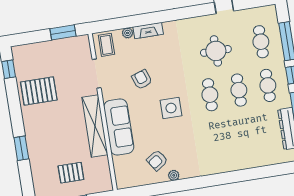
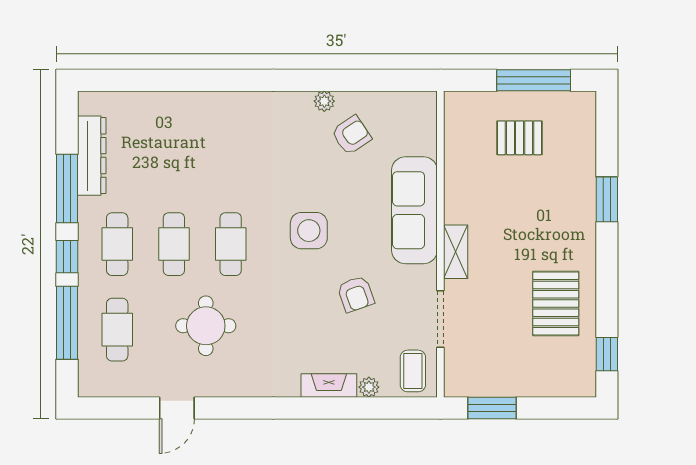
pallet: (39, 91) -> (556, 303), turned 90
shelving: (95, 126) -> (456, 252), width x0.45, depth x0.75

